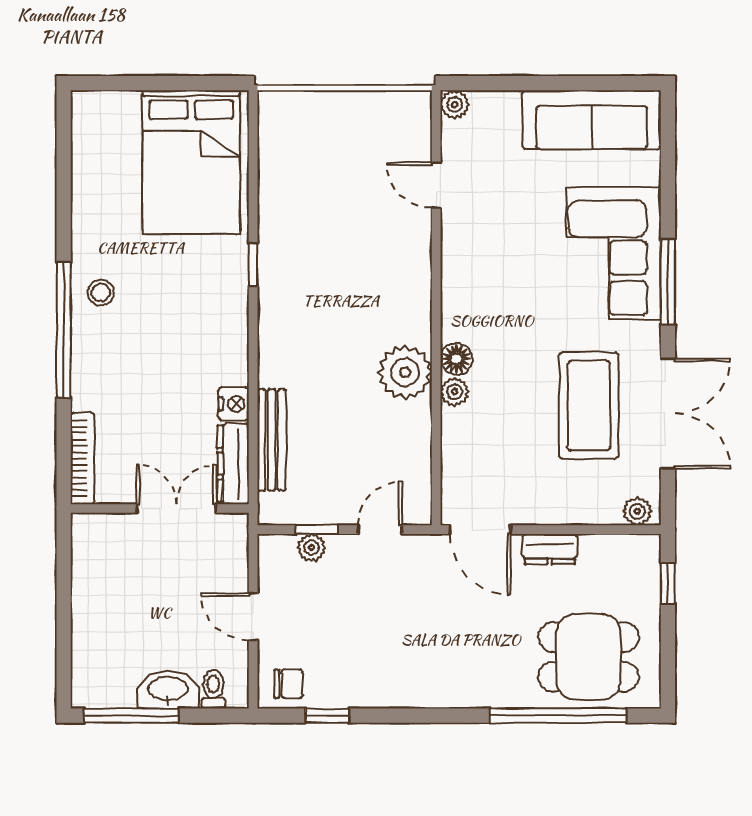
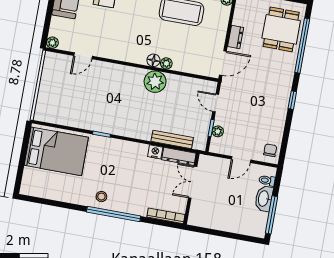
window: (327, 716) -> (292, 100), moved

